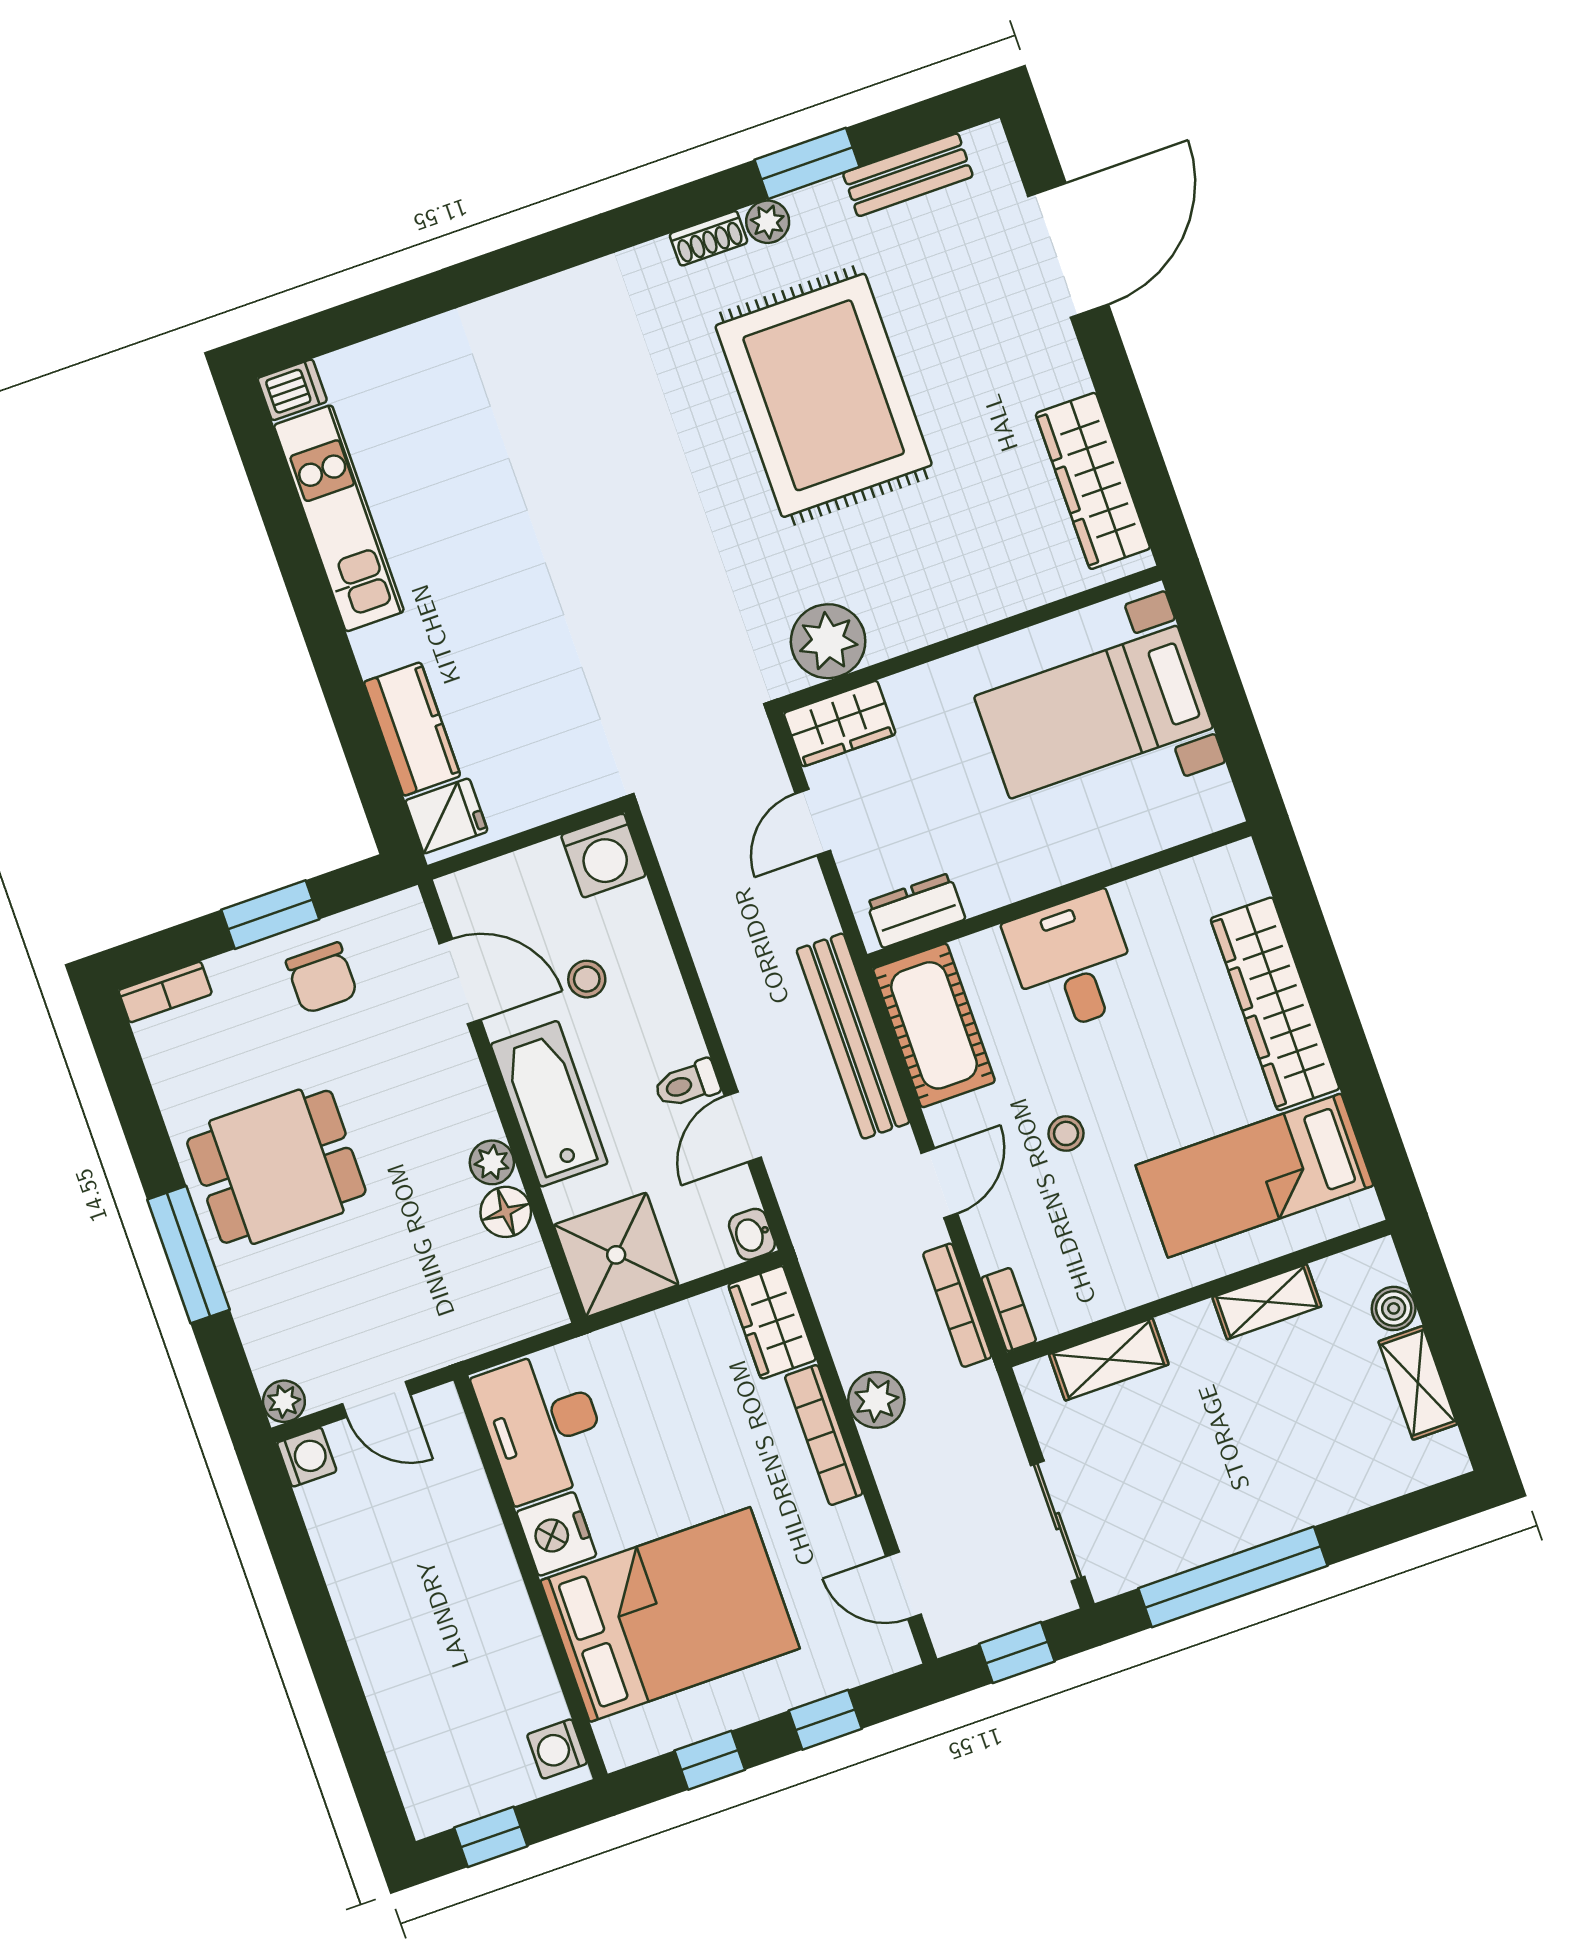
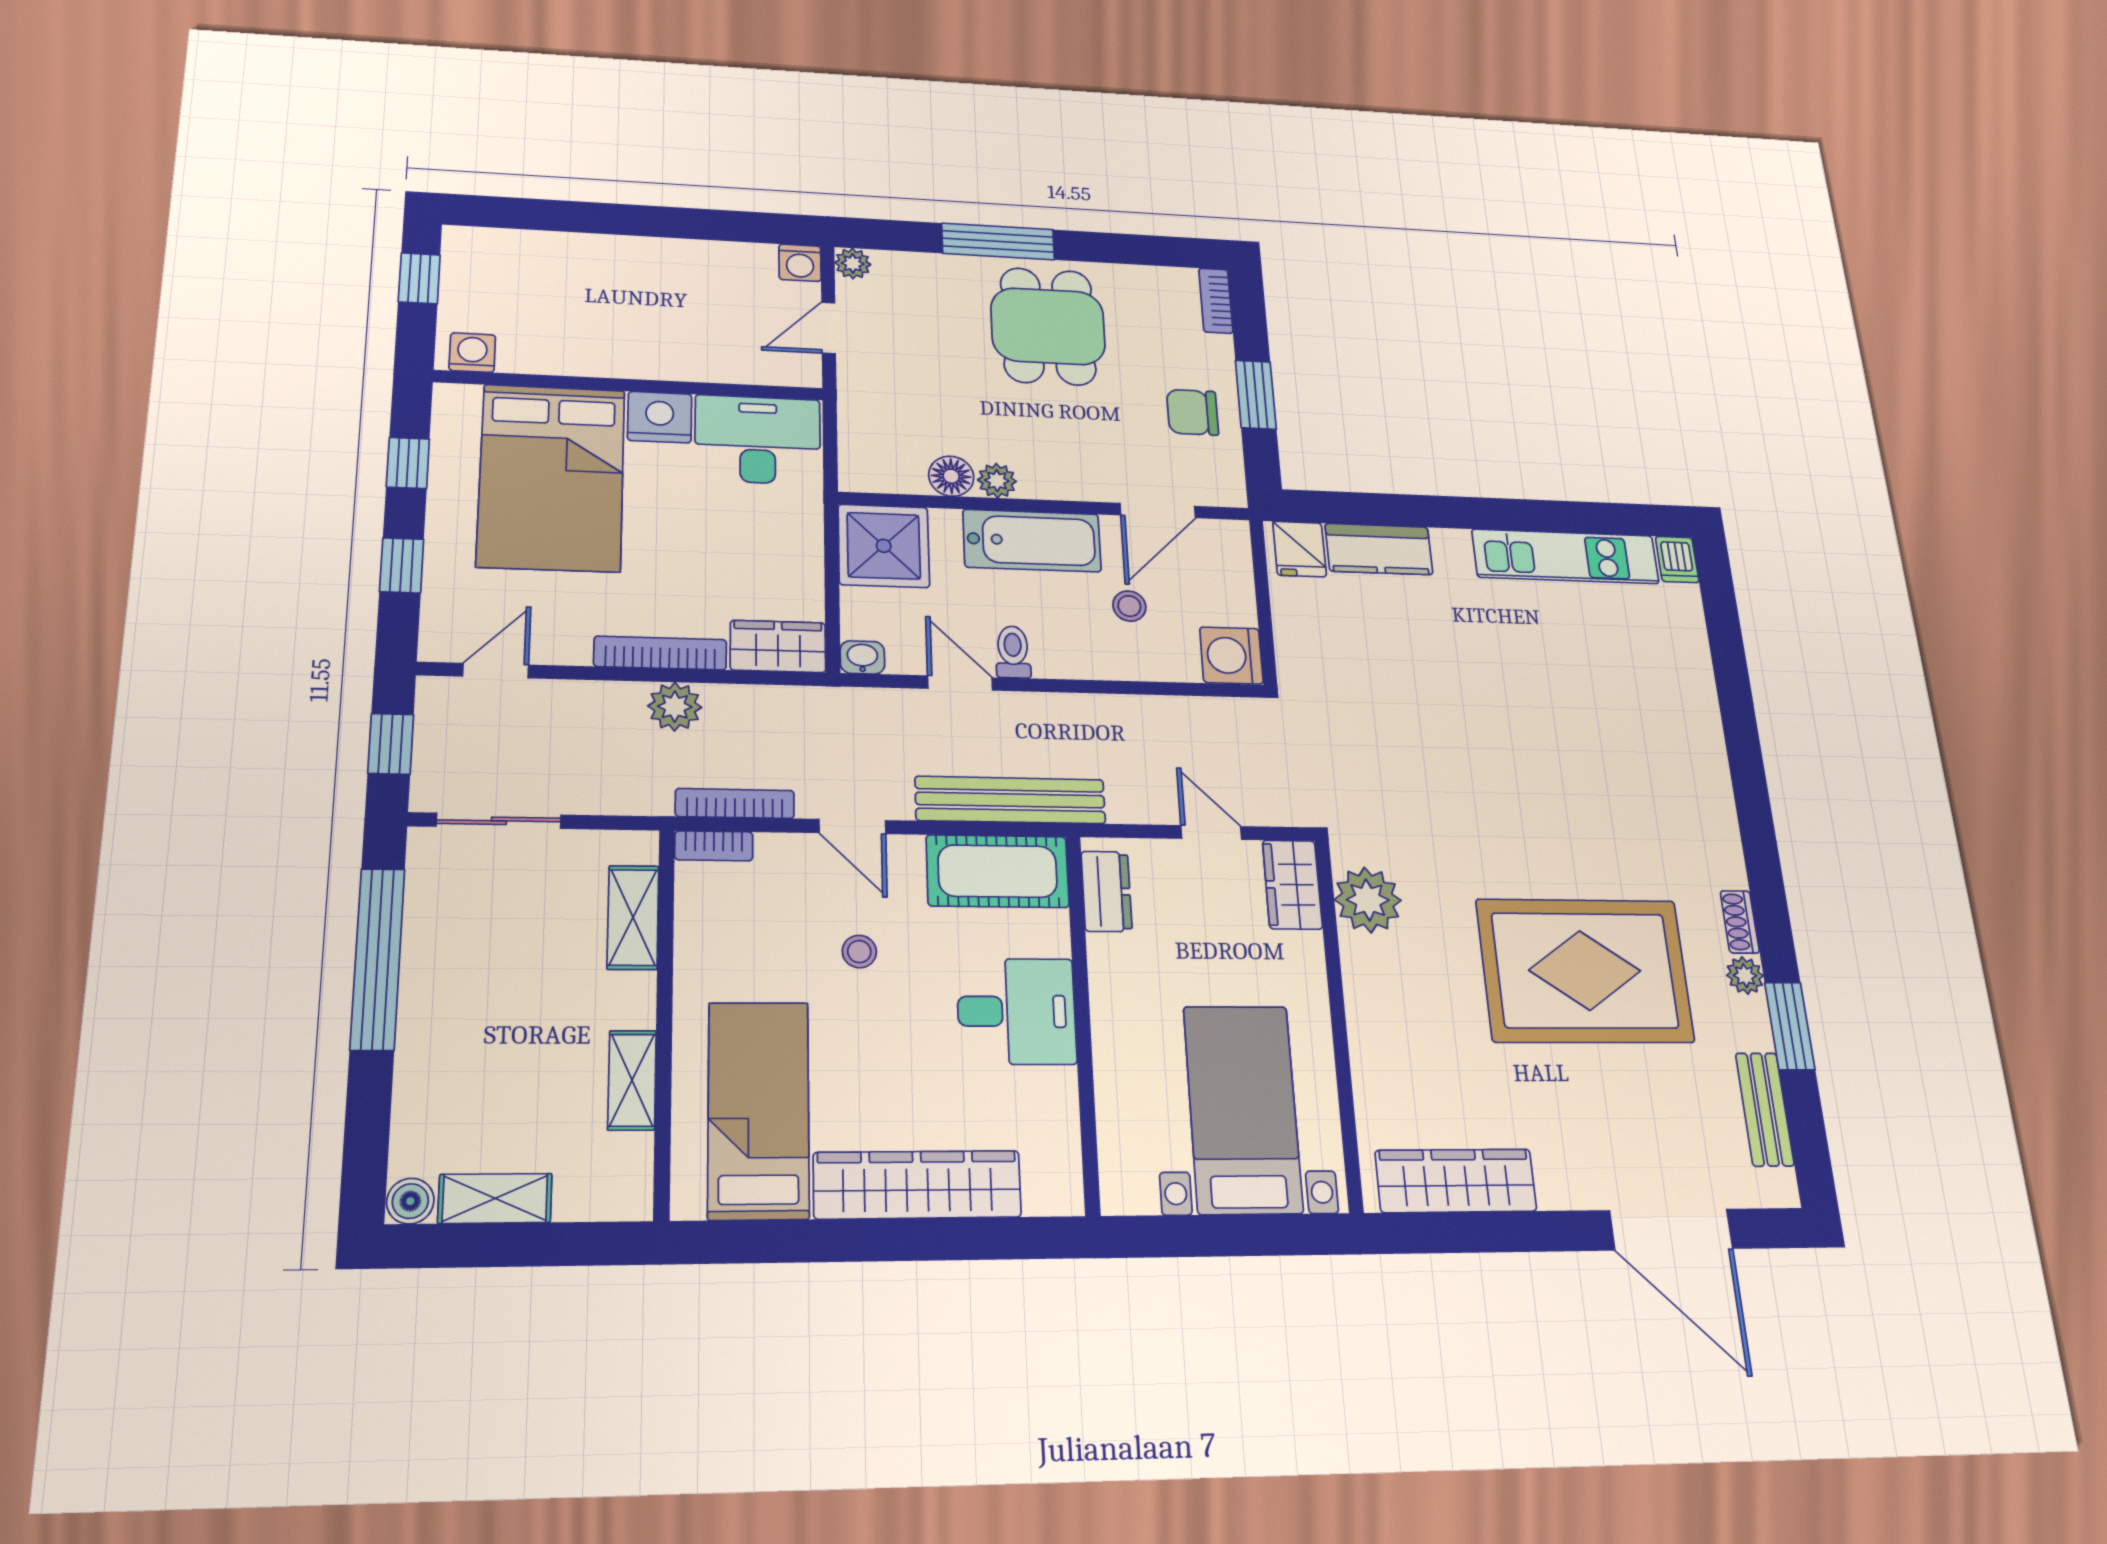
boiler: (1394, 1308) -> (410, 1201), moved

